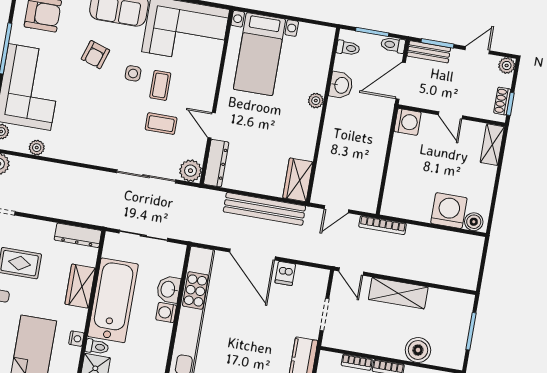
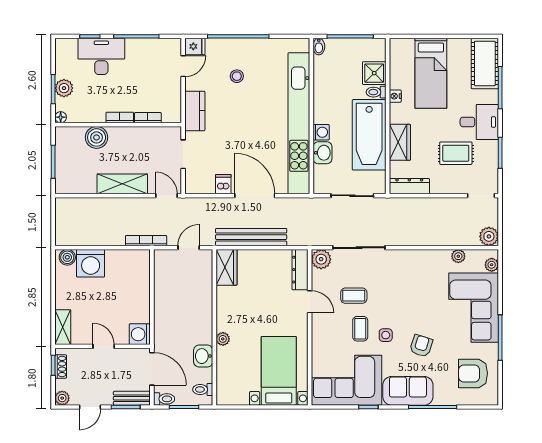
door: (401, 81) -> (152, 369), hinge flipped

